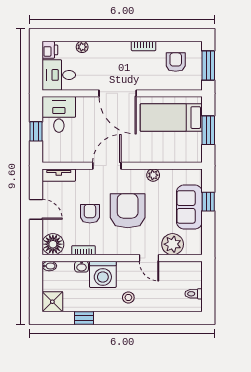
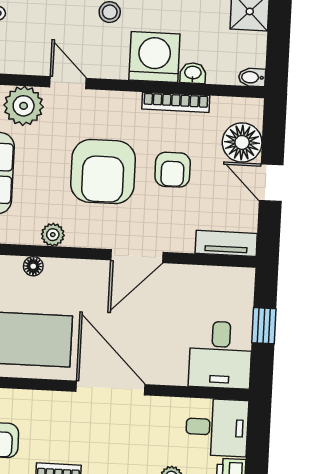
floor lamp: (163, 157) -> (33, 266), added
floor lamp: (53, 244) -> (242, 142), moved
bookcase: (83, 250) -> (176, 102), width x1.56

